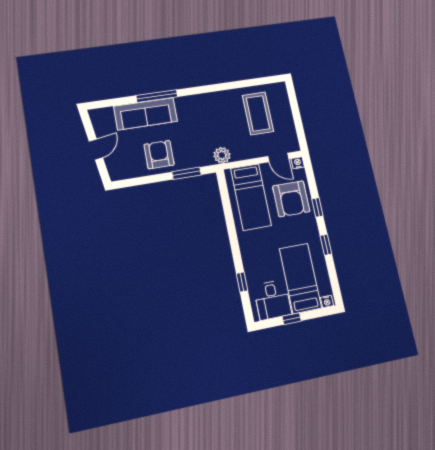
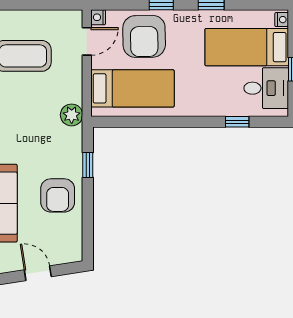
armchair: (159, 155) -> (58, 195), turned -90
window: (187, 173) -> (88, 165), width x0.67
armchair: (291, 199) -> (144, 36), turned 89

